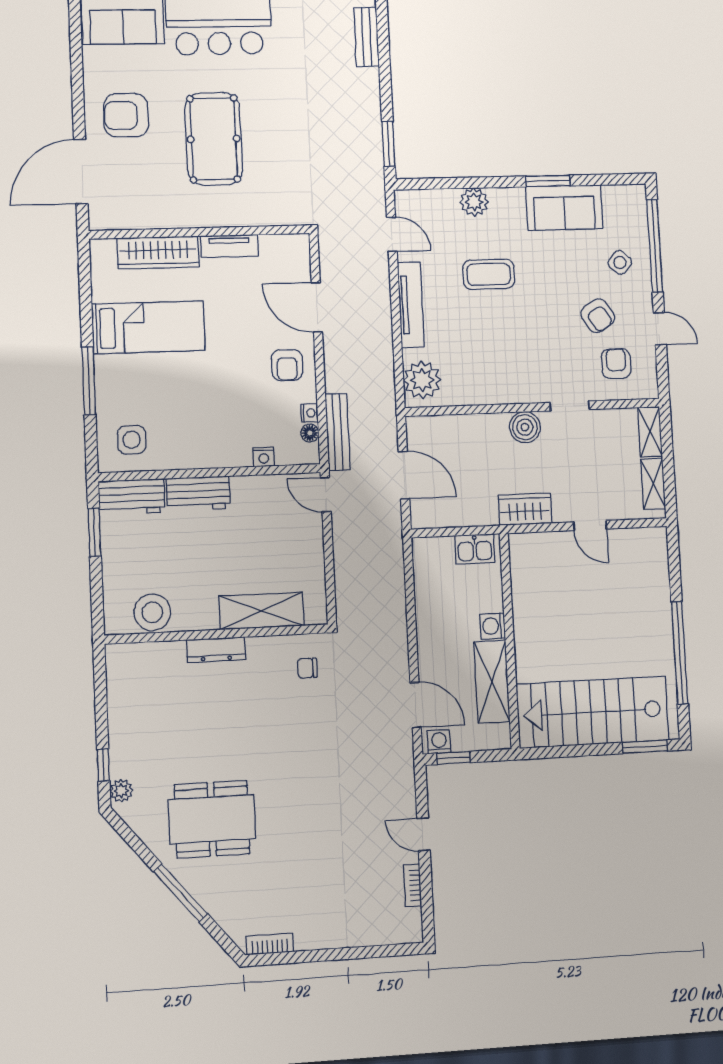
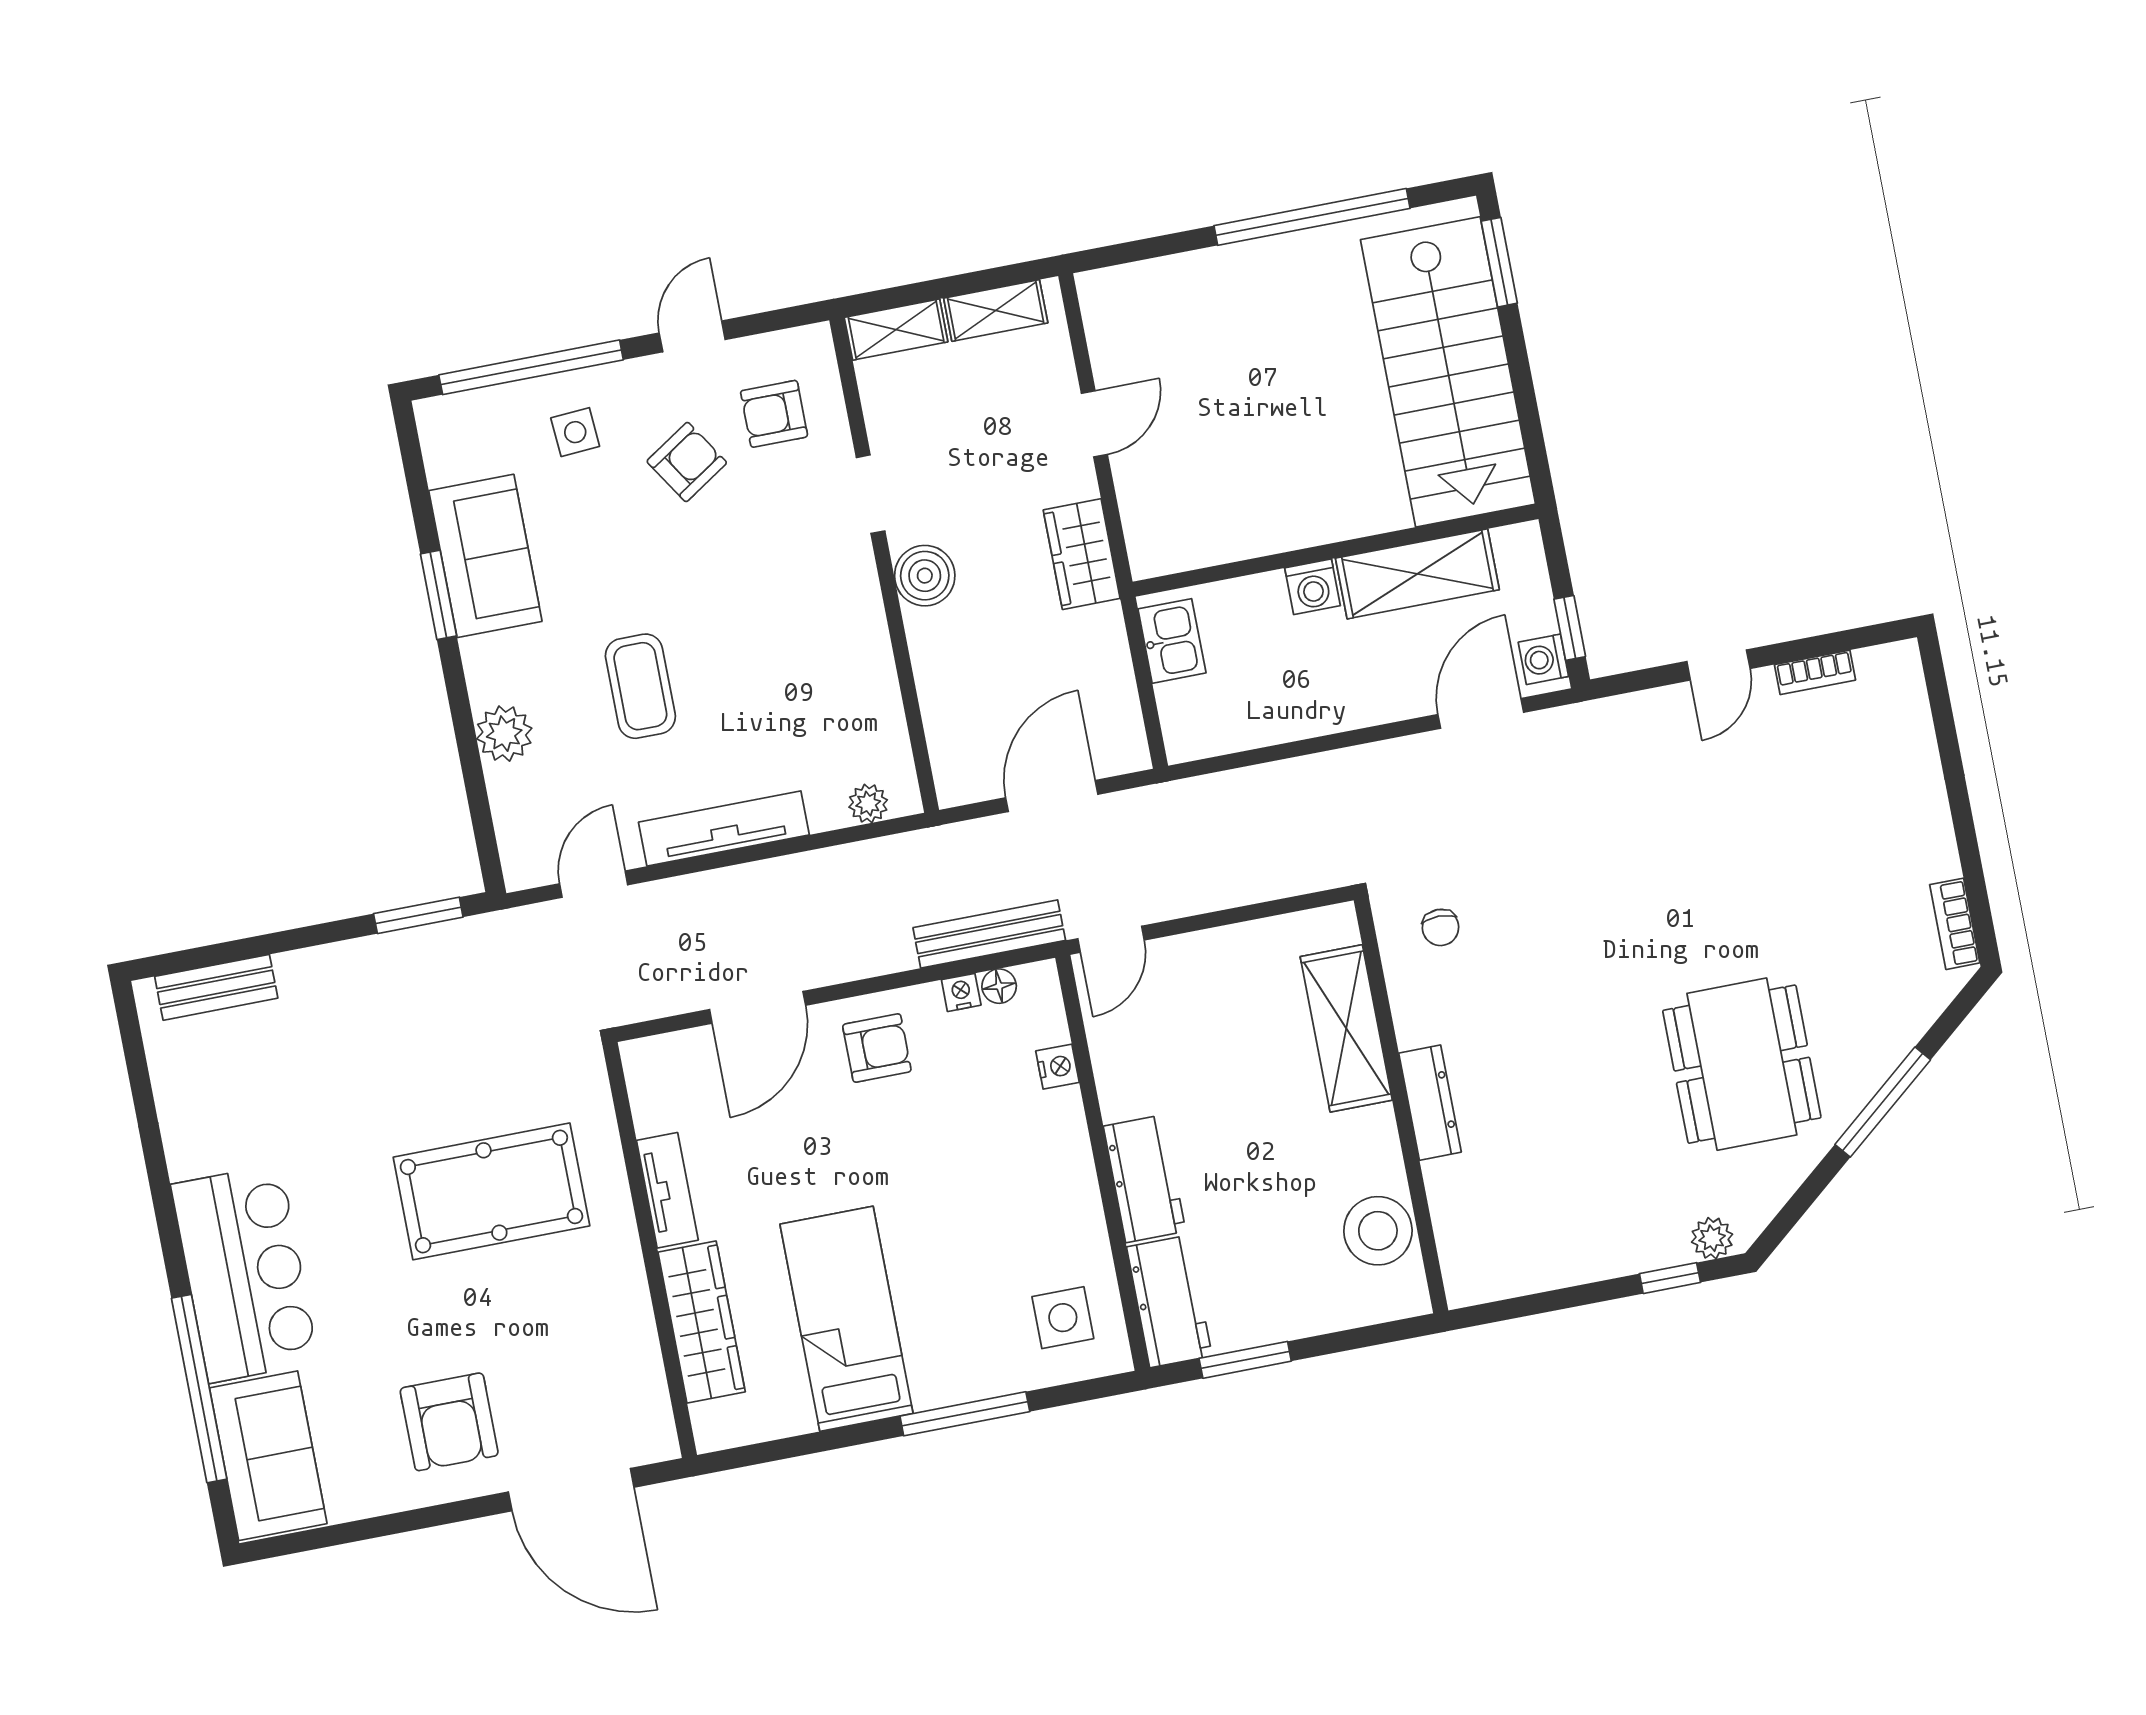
pool table: (214, 139) -> (491, 1191), moved
side table: (620, 262) -> (575, 432), turned 45
plant: (422, 380) -> (868, 804), width x0.53, depth x0.53

